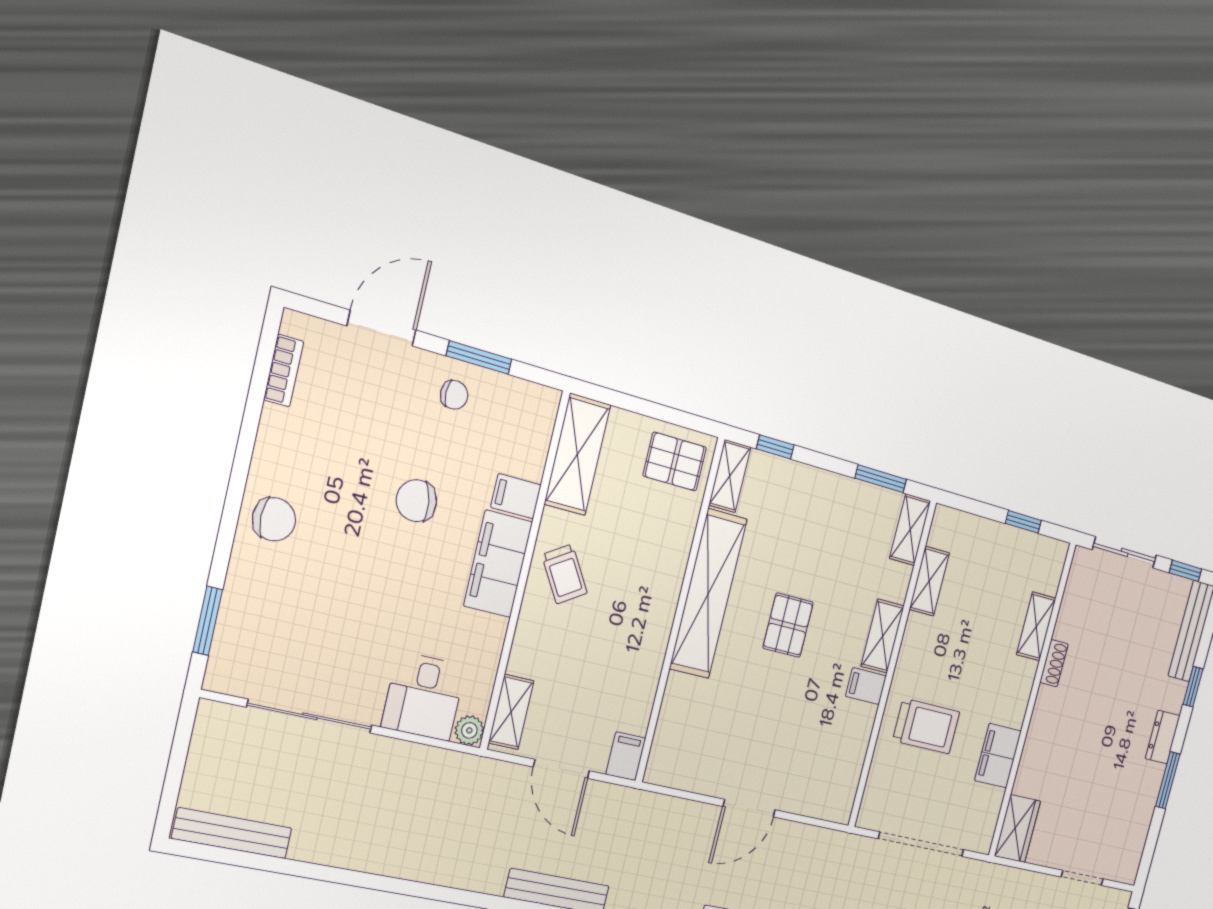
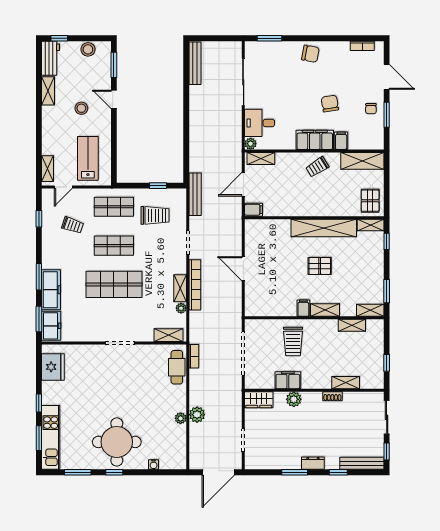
chair: (274, 519) -> (310, 54), turned -79
plant: (1037, 751) -> (294, 399), added

